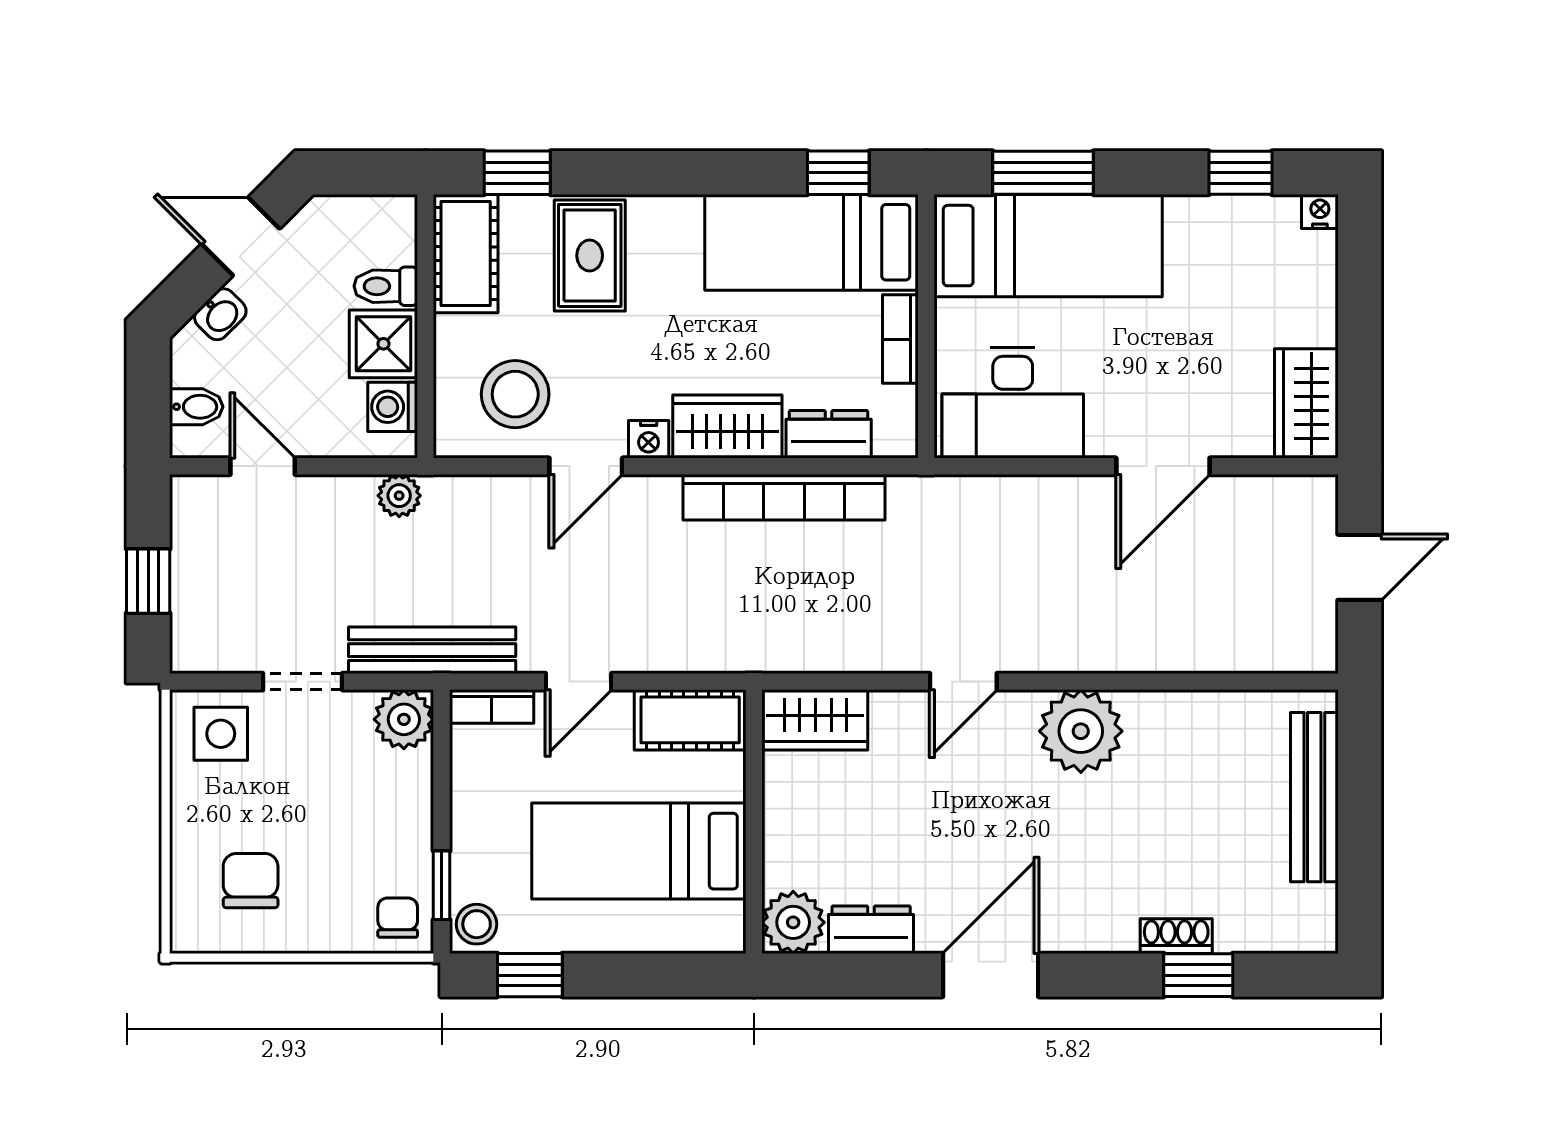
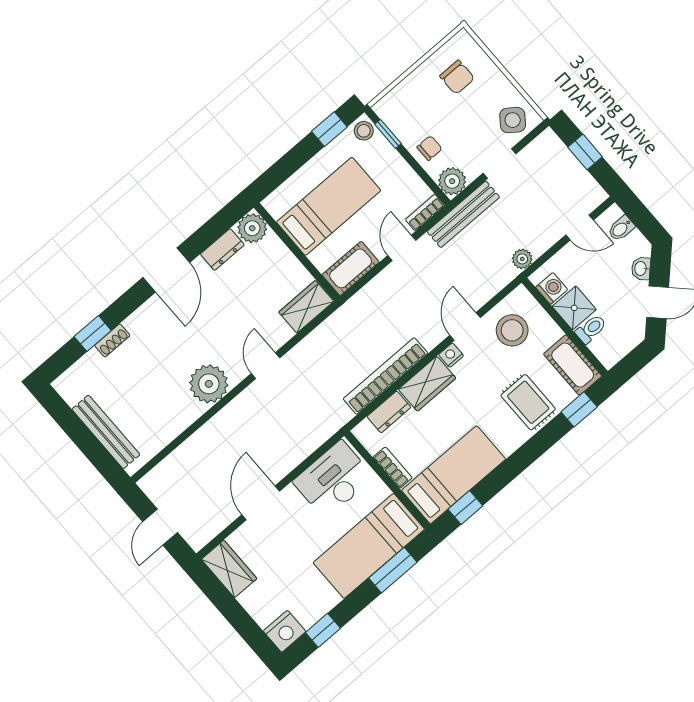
nightstand: (1320, 212) -> (285, 631), width x1.89, depth x1.79
side table: (221, 734) -> (513, 120), turned 36
chair: (398, 918) -> (429, 148), moved, turned -90

